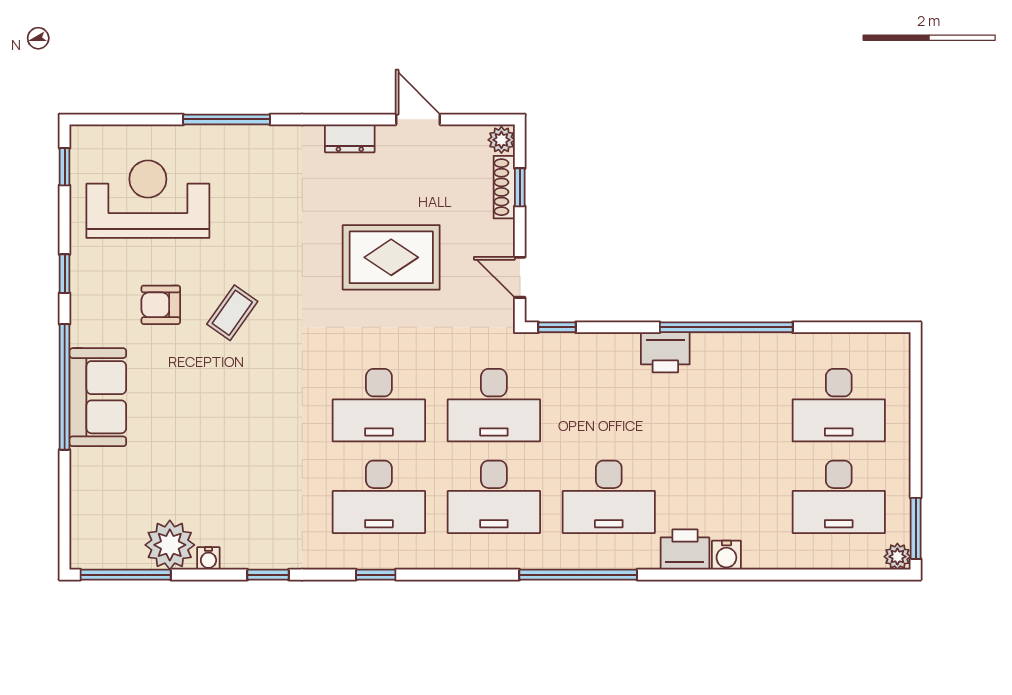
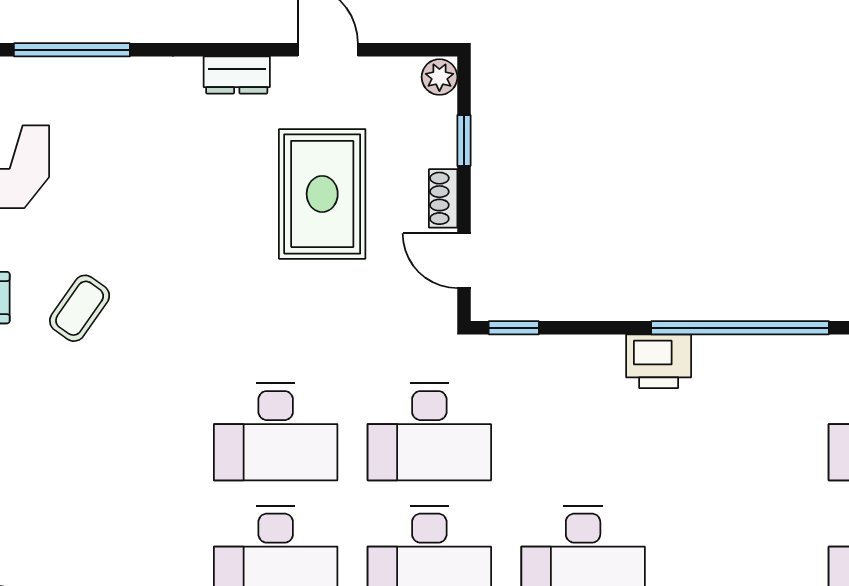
shoe rack: (504, 187) -> (443, 198), moved, width x0.70
rug: (391, 257) -> (322, 194), moved, turned 90

